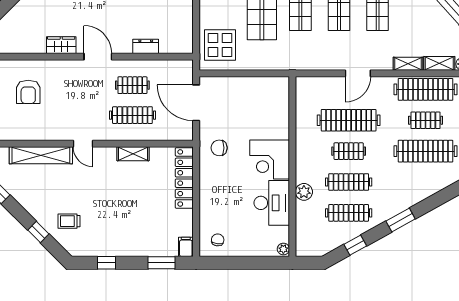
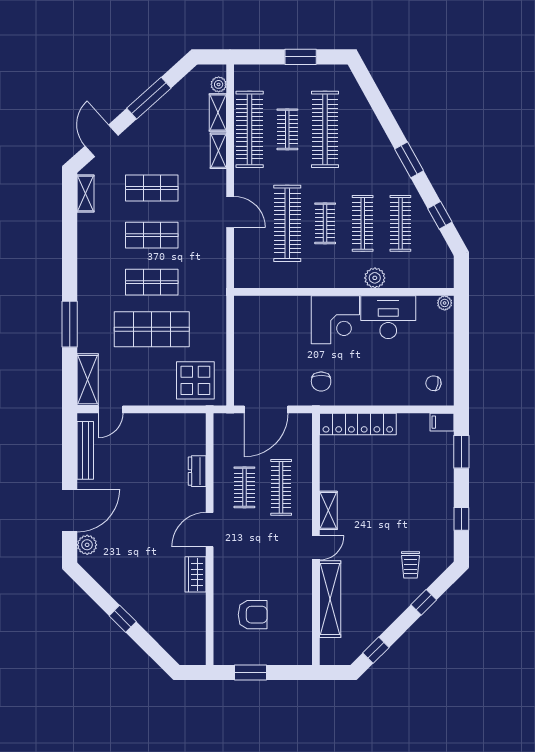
shelving: (133, 154) -> (328, 510), moved

